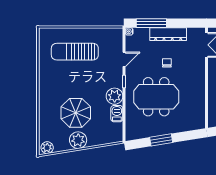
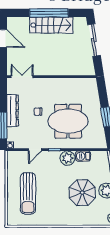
door: (124, 59) -> (35, 150), swing flipped
meeting table: (156, 97) -> (68, 121), turned 90

